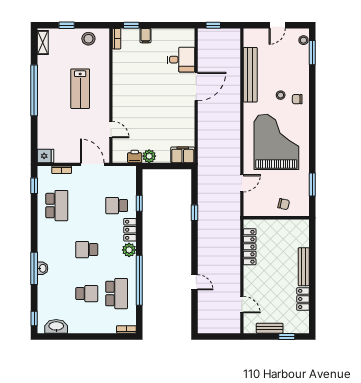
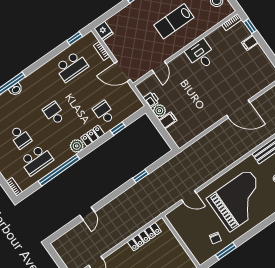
desk: (181, 60) -> (201, 55), moved, turned 180
filing cabinet: (183, 155) -> (168, 120), moved, width x0.50
door: (92, 164) -> (122, 71), swing flipped
chair: (284, 204) -> (215, 238), moved

